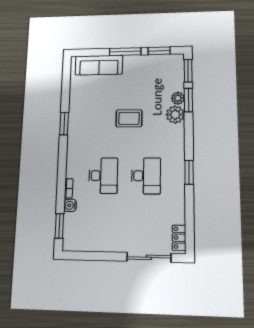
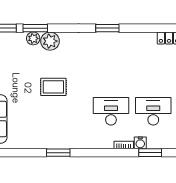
rug: (129, 118) -> (53, 87), turned 90
desk: (146, 176) -> (153, 111), moved
window: (59, 226) -> (150, 153), moved

